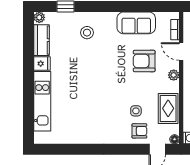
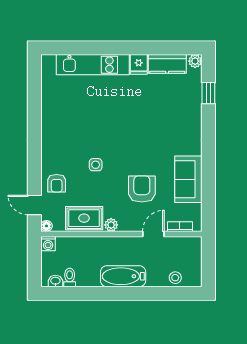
stool: (87, 33) -> (176, 119), removed
plant: (174, 75) -> (111, 225), moved
side table: (136, 111) -> (96, 165), moved

